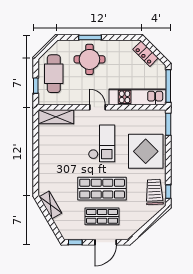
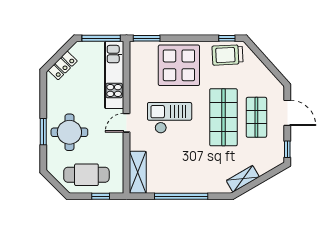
window: (36, 153) -> (181, 196), added

